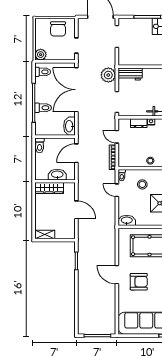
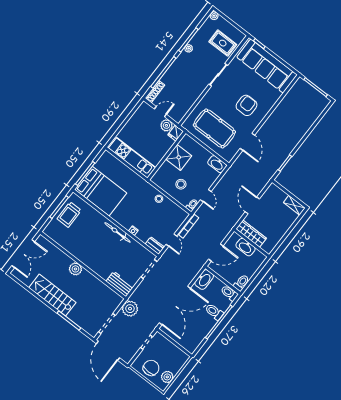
plant: (41, 55) -> (167, 377), moved
toilet: (43, 72) -> (229, 293), moved
plant: (108, 75) -> (130, 309), moved
dresser: (139, 123) -> (155, 246), moved
wardrobe: (49, 188) -> (251, 234), moved
door: (117, 275) -> (247, 142), moved
armchair: (139, 282) -> (246, 105), turned 90

